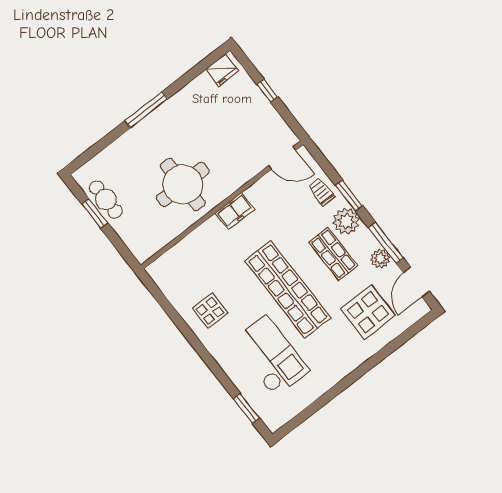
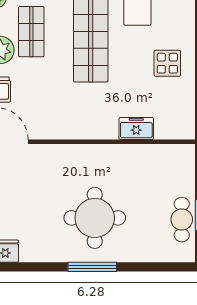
round table: (183, 184) -> (95, 218), moved
freezer: (235, 211) -> (136, 128), moved

